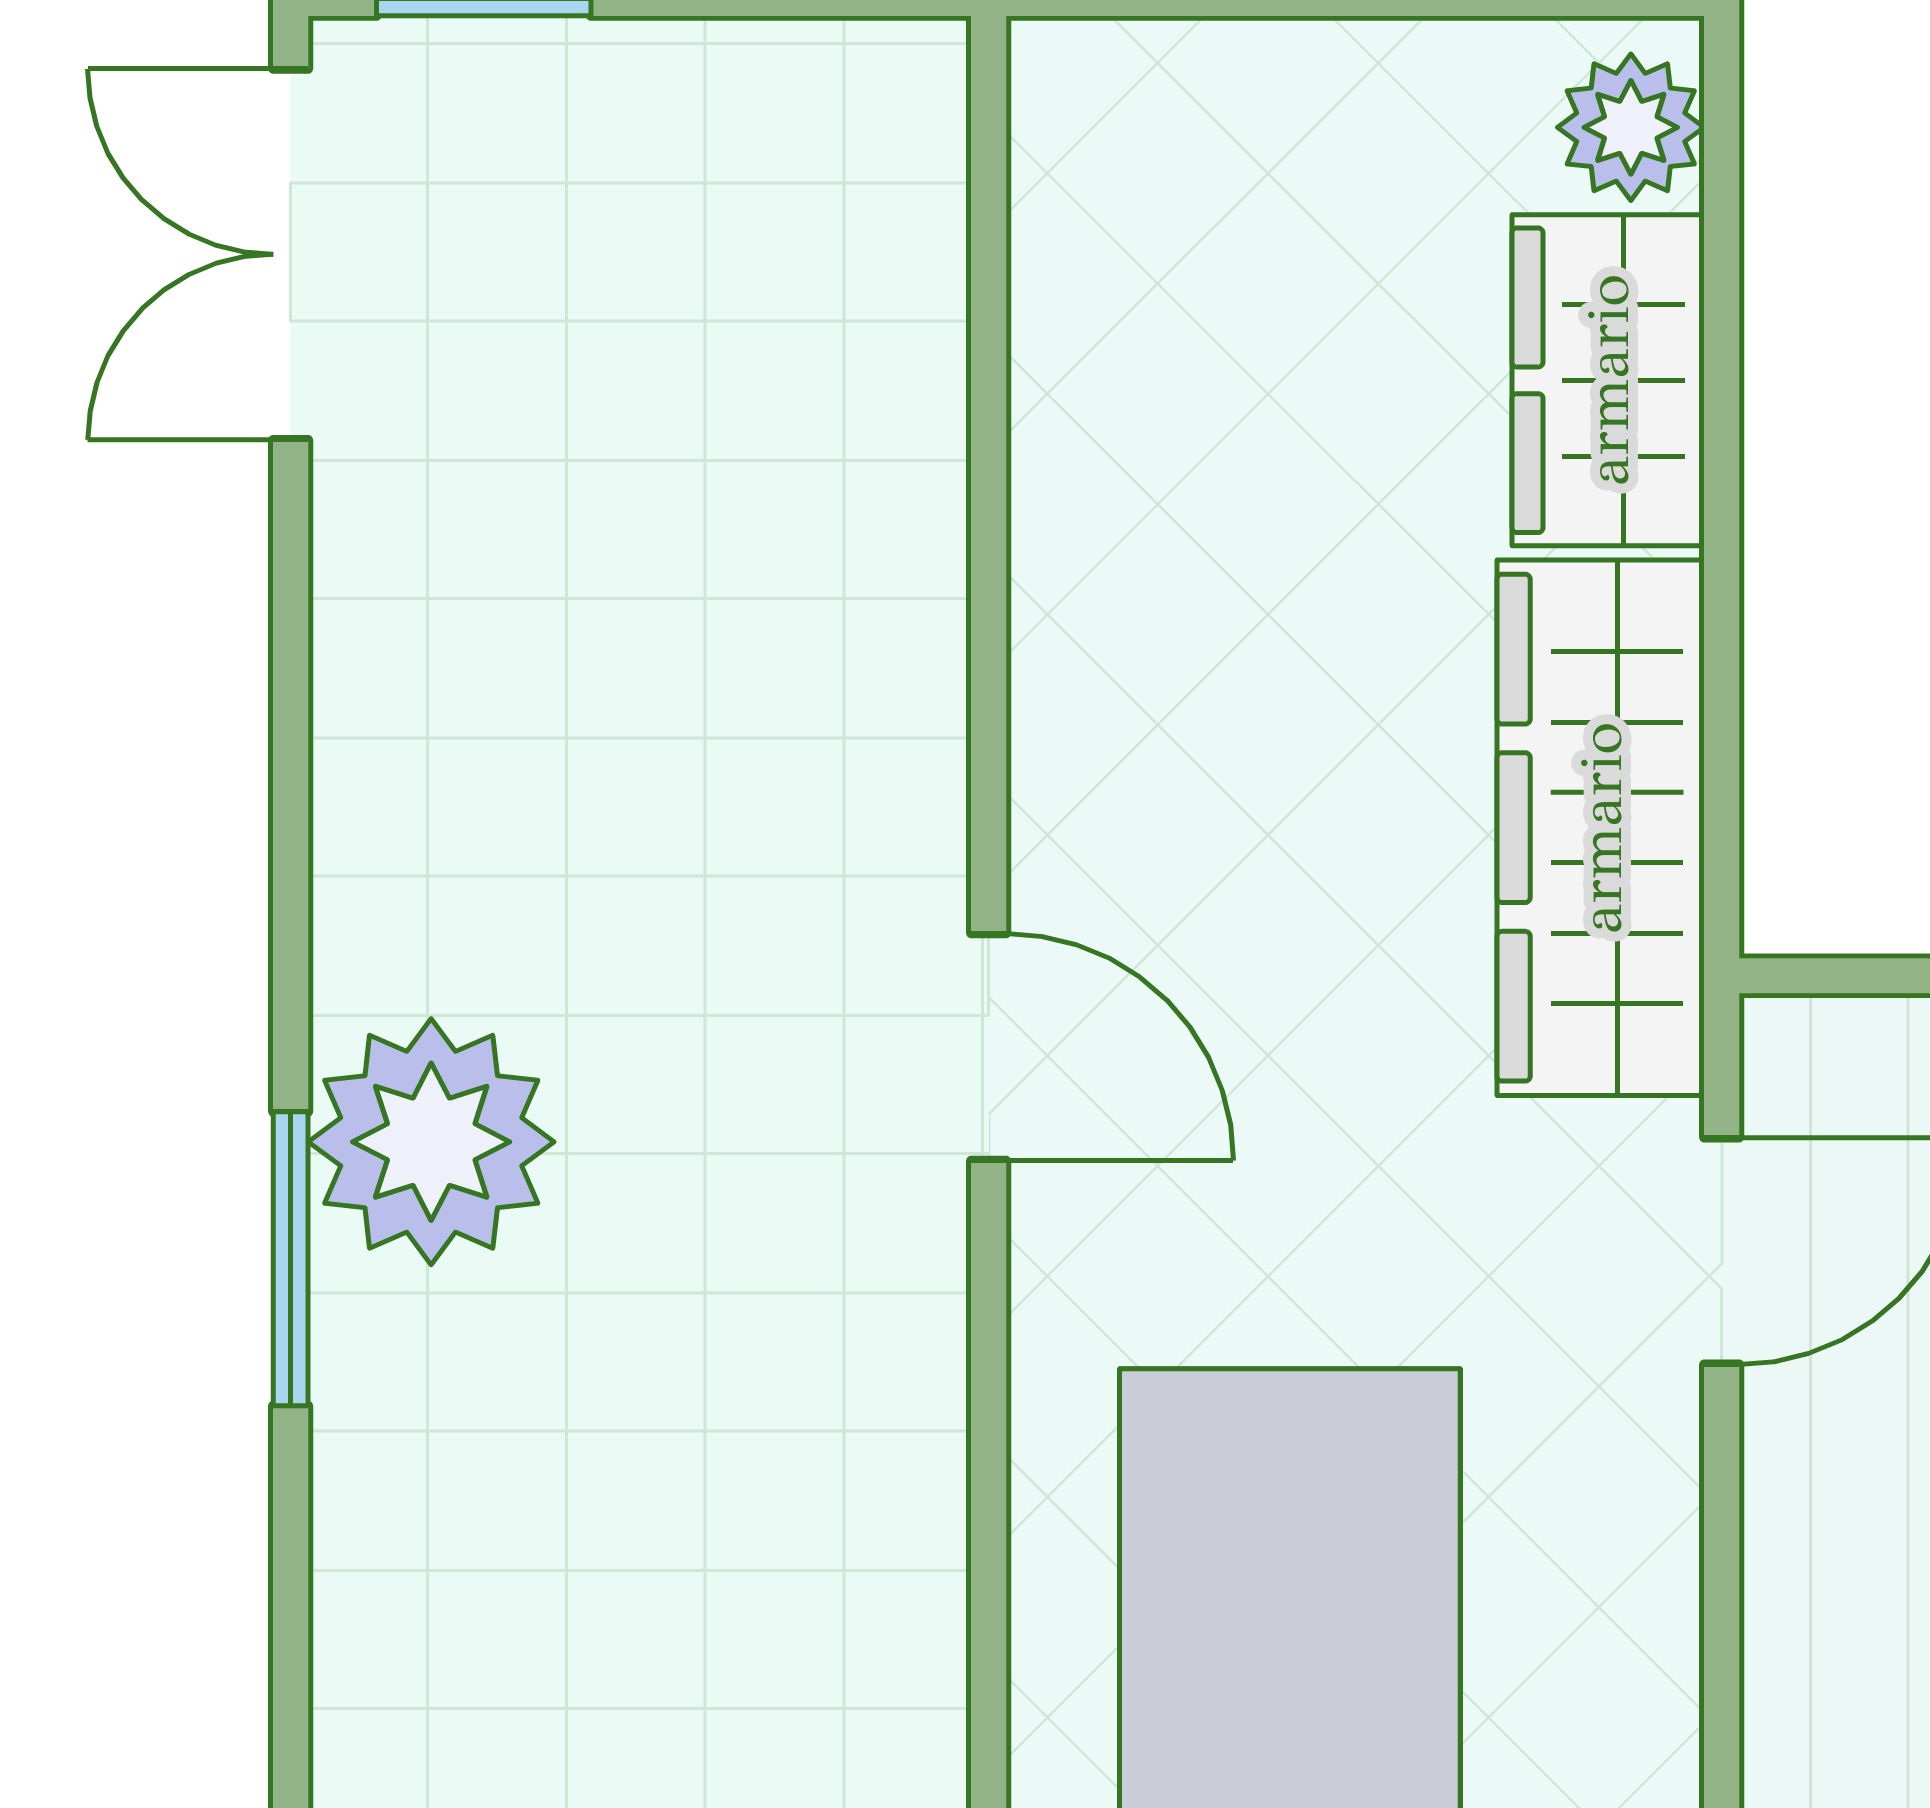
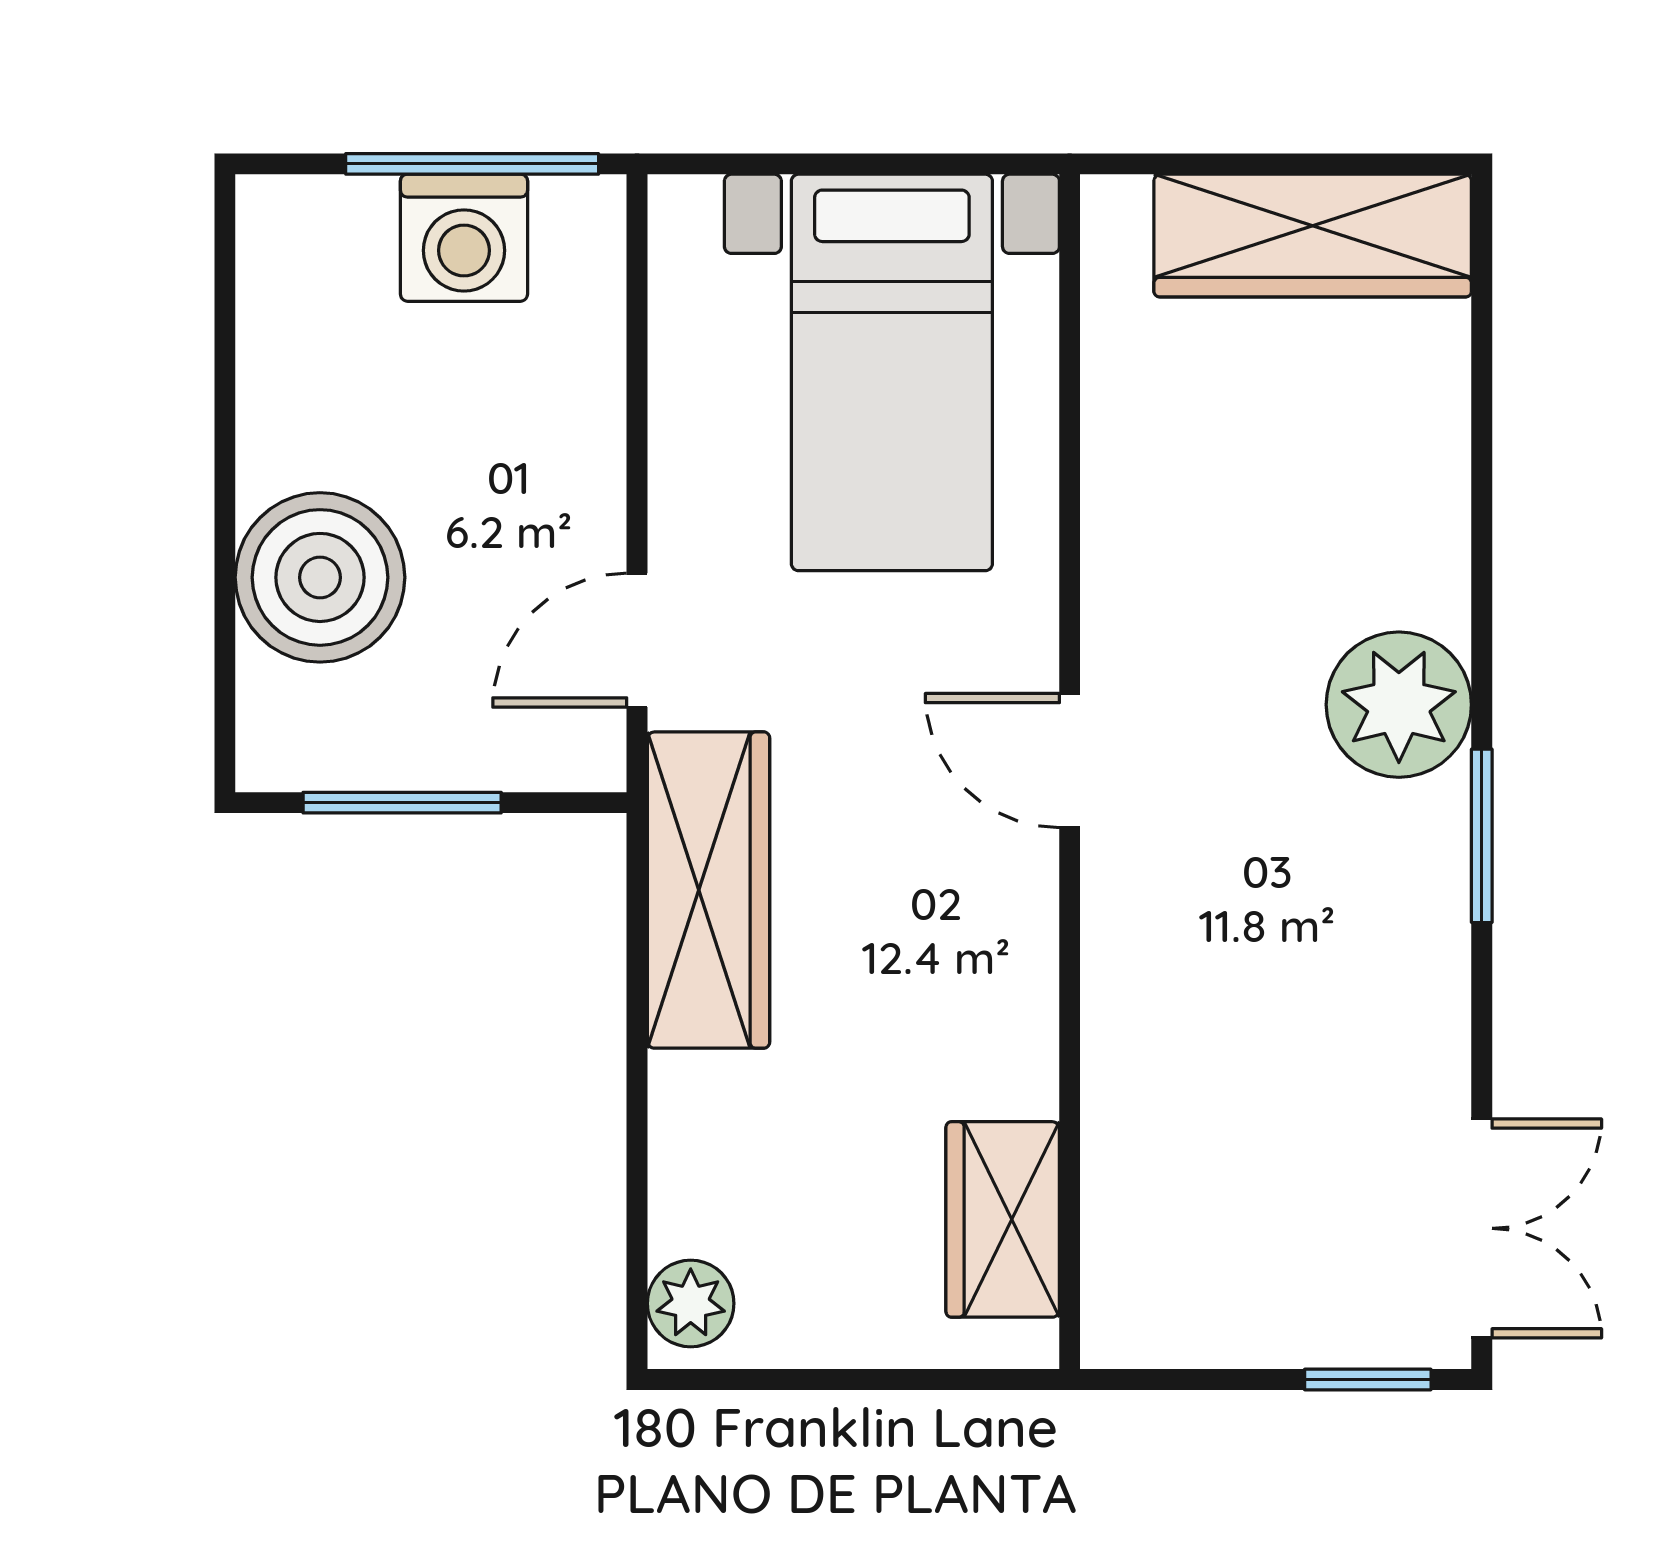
wardrobe: (1608, 380) -> (1003, 1219), moved, turned 180
window: (291, 1259) -> (1482, 836), moved

